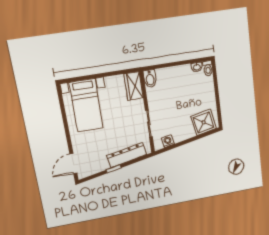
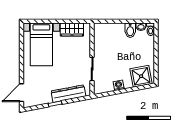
bidet: (150, 78) -> (130, 30), moved
wardrobe: (134, 86) -> (72, 29), moved, turned -90
washing machine: (168, 141) -> (119, 85), moved

